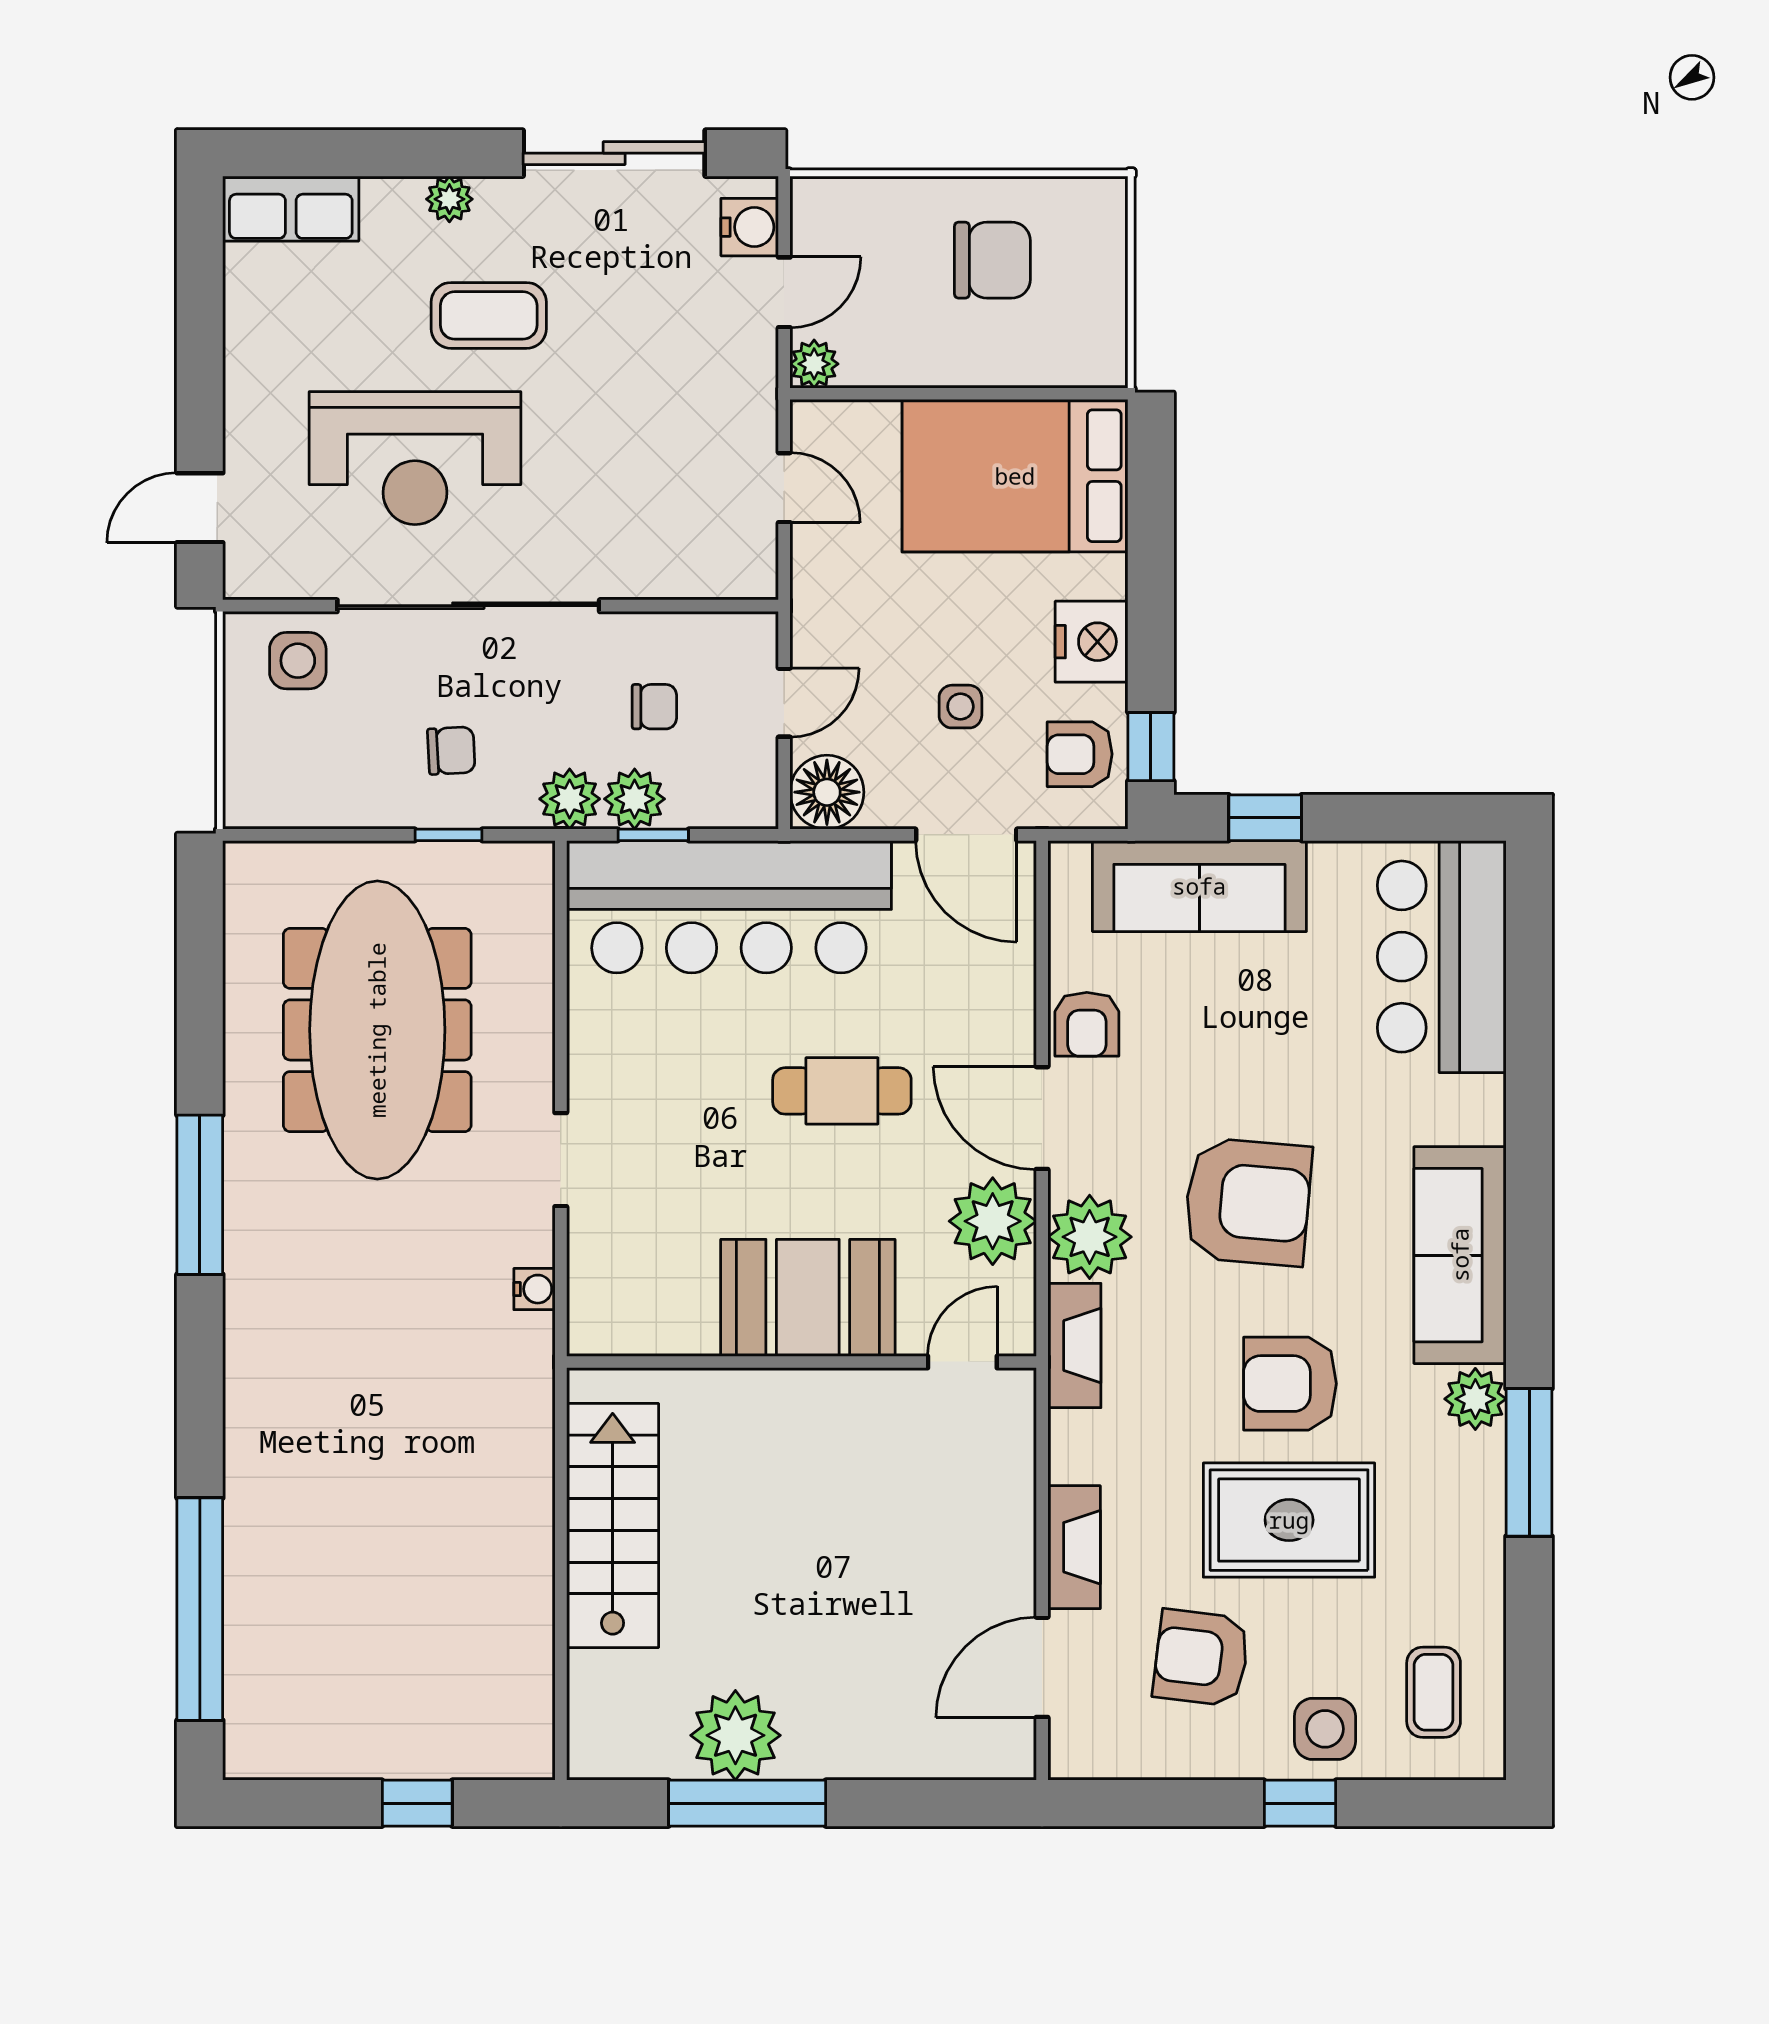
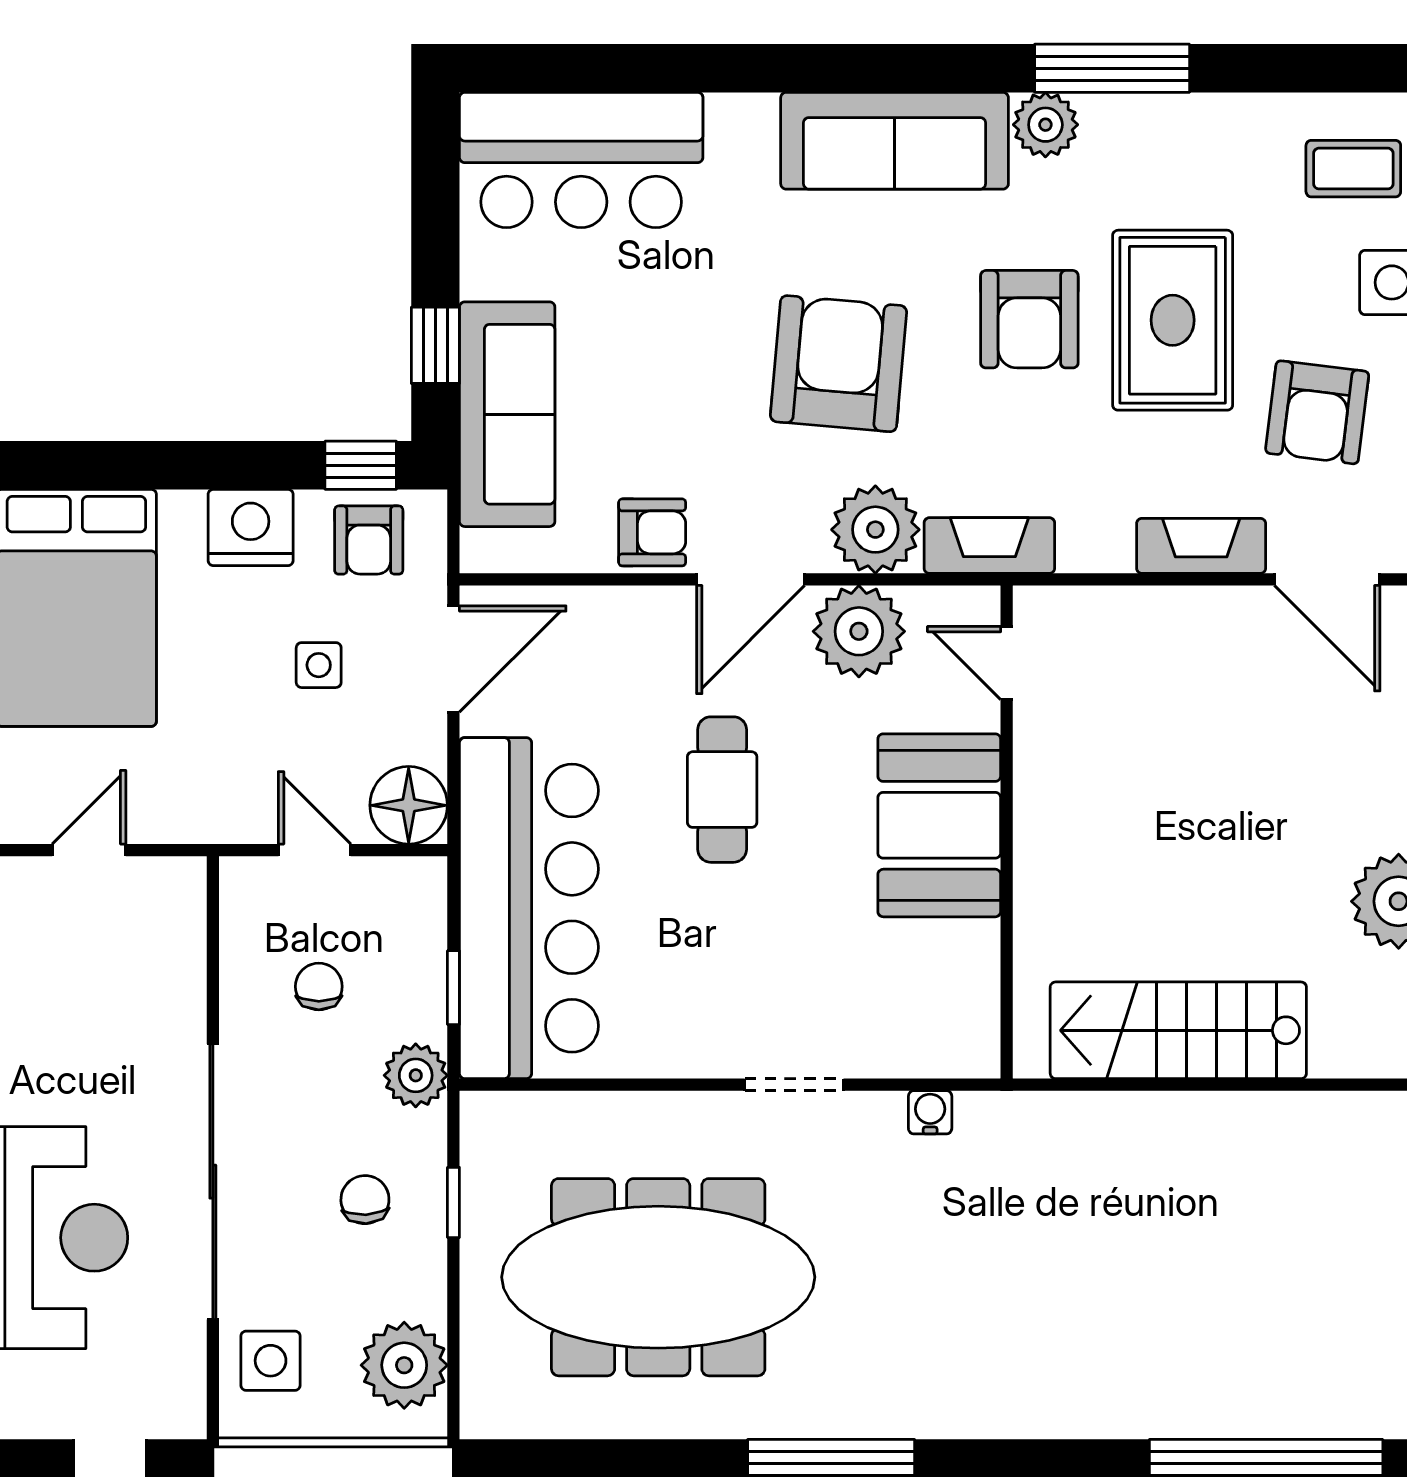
plant: (635, 799) -> (404, 1365), moved, width x1.36, depth x1.36

